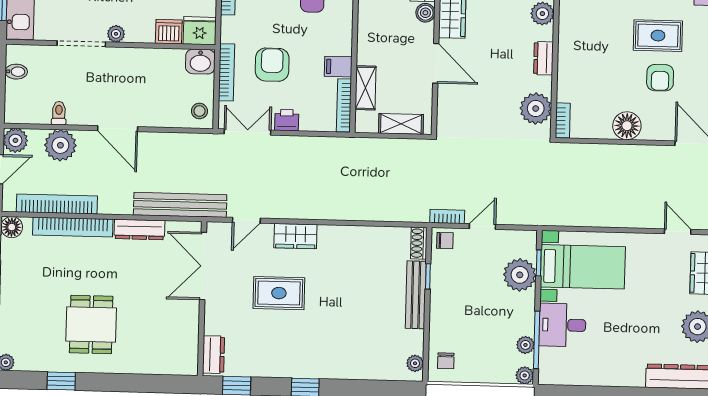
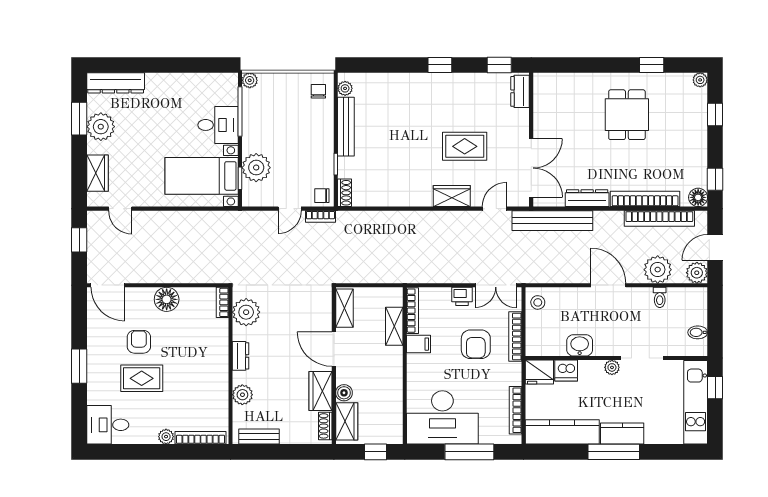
washbasin: (200, 62) -> (580, 345), moved
shelving: (401, 124) -> (344, 308), moved, turned 90
bench: (416, 295) -> (346, 127), moved
plant: (525, 345) -> (250, 107), removed

